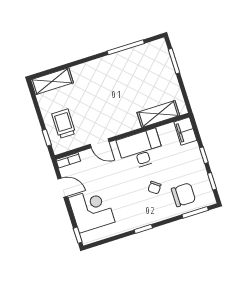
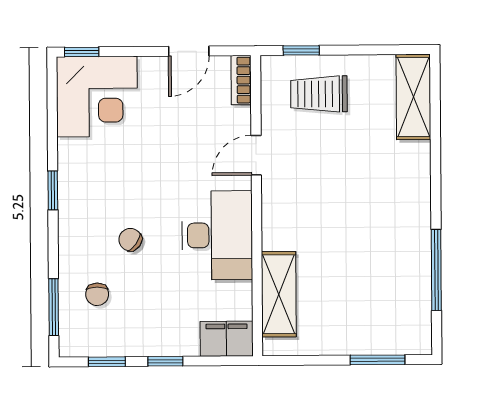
trolley: (64, 124) -> (319, 94), turned 180
chair: (183, 195) -> (97, 294), width x0.54, depth x0.54
corner desk: (92, 210) -> (97, 97), moved

